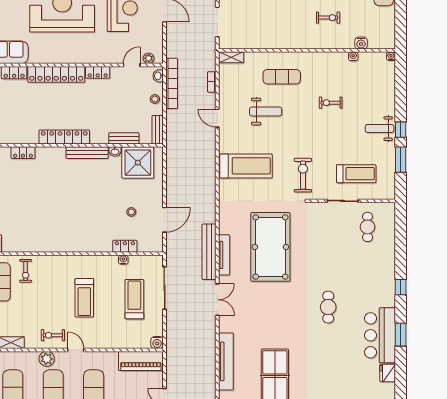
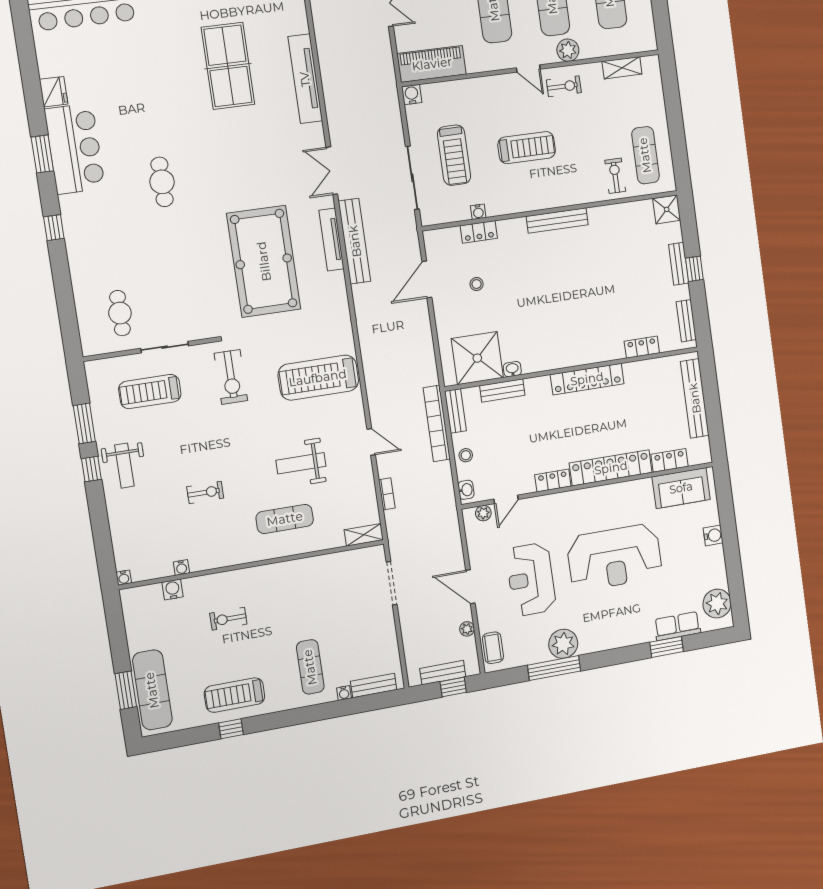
bookcase: (172, 83) -> (437, 423), moved
weight bench: (380, 129) -> (124, 466), turned 90
bench: (87, 153) -> (557, 221), moved
treadmill: (84, 298) -> (527, 148), turned 90

